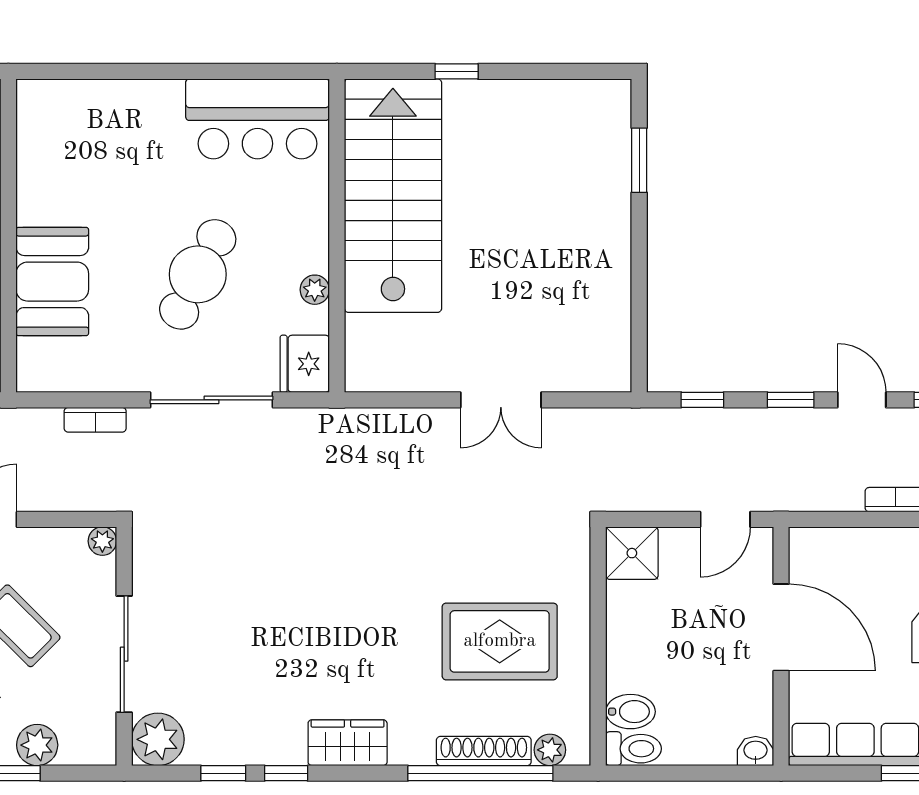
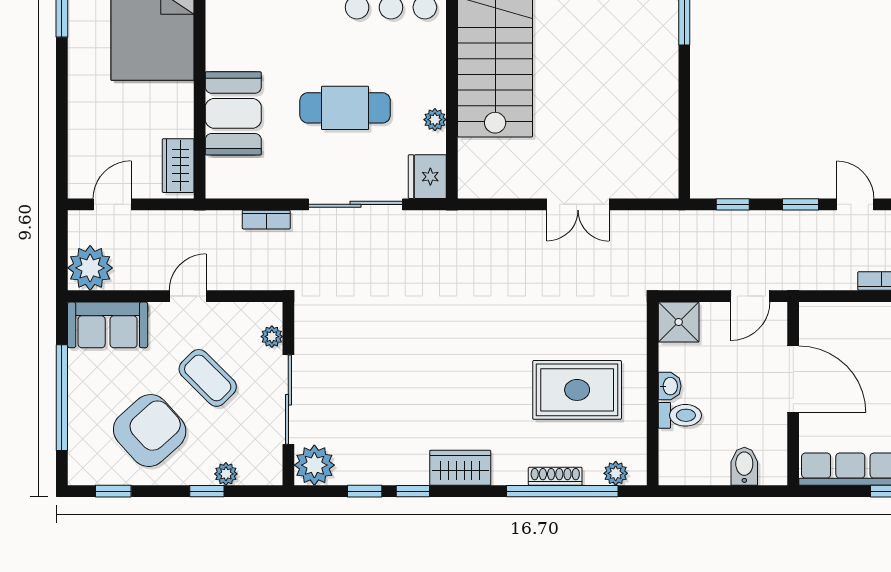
cafe table: (198, 274) -> (345, 108), turned 63
plant: (102, 541) -> (272, 337), moved
bidet: (630, 712) -> (744, 466), moved, turned -90
plant: (37, 745) -> (226, 474), width x0.73, depth x0.73
toilet: (634, 749) -> (680, 415), moved
shoe rack: (484, 751) -> (555, 476), width x0.74, depth x0.81
washbasin: (756, 751) -> (670, 386), moved, turned 90

